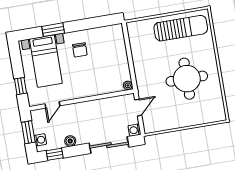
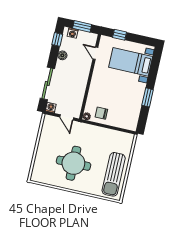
window: (53, 30) -> (148, 97), moved
chair: (80, 50) -> (101, 113), moved

